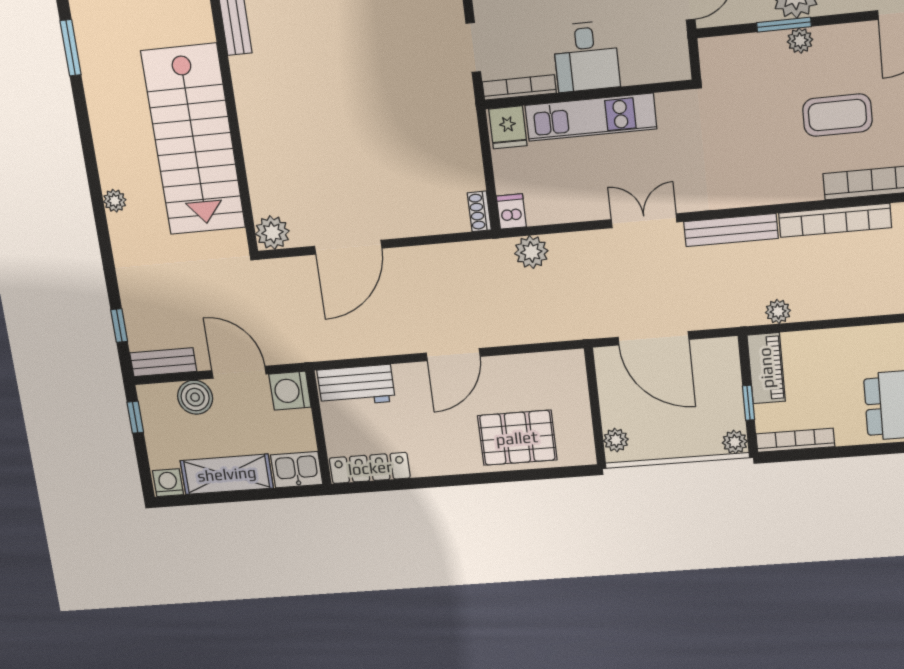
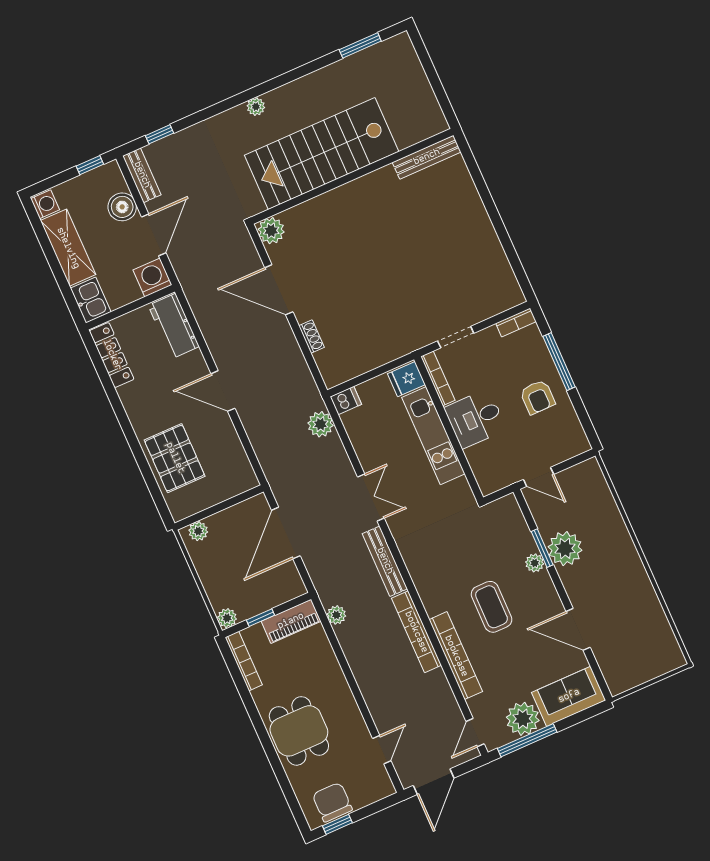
shoe rack: (479, 211) -> (311, 337), moved, turned 90

